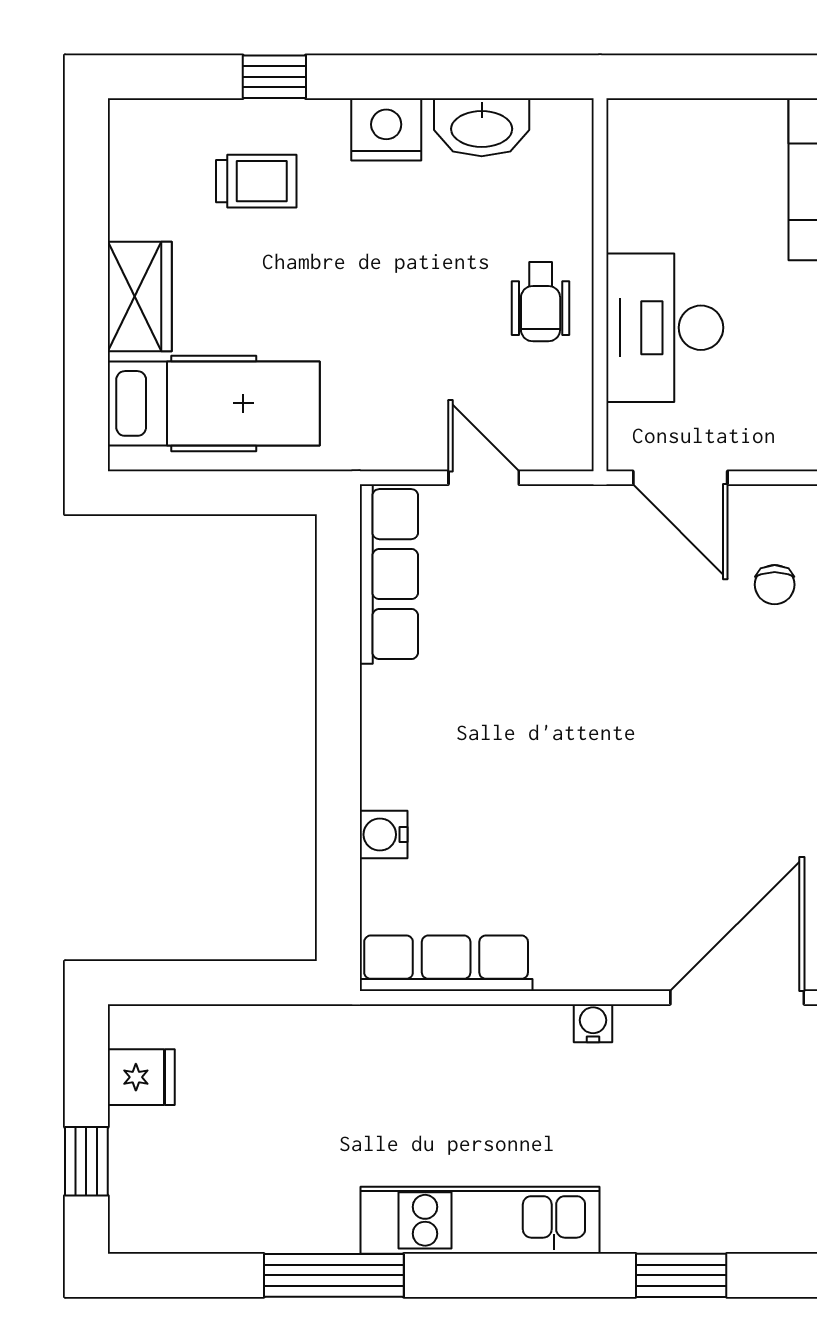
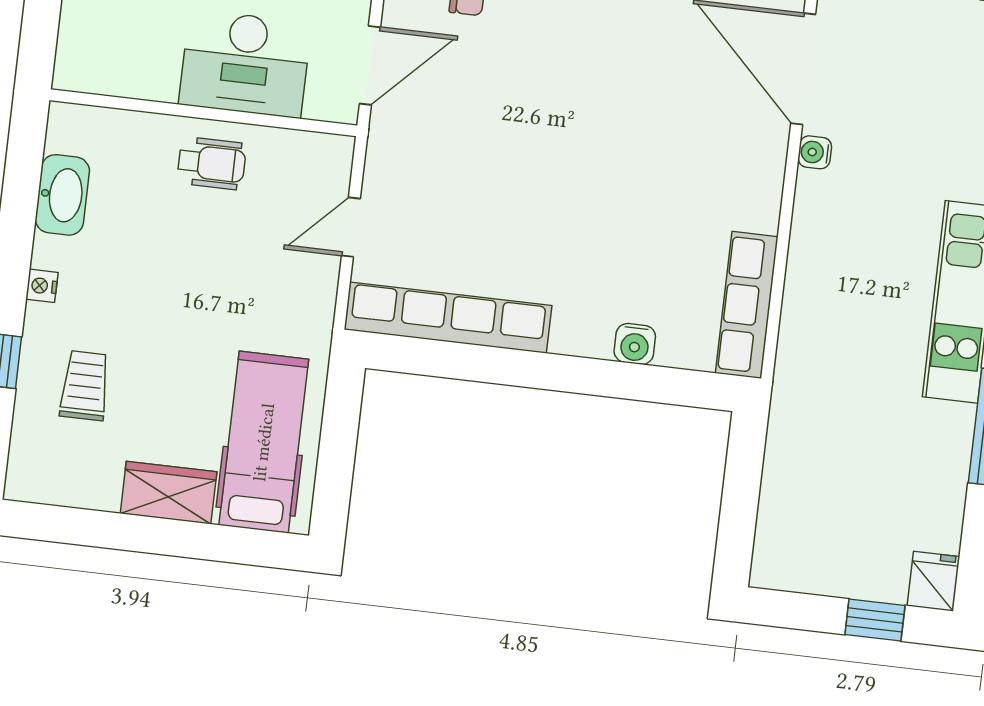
nightstand: (386, 129) -> (42, 286), width x0.53, depth x0.56
row of seats: (389, 574) -> (448, 318), width x1.36
water cooler: (593, 1023) -> (815, 152), moved
fridge: (141, 1077) -> (933, 581), moved

